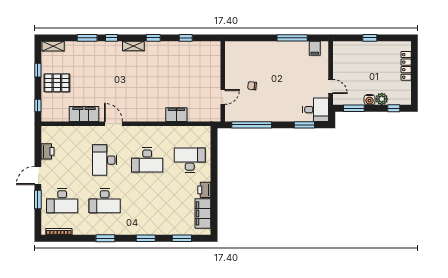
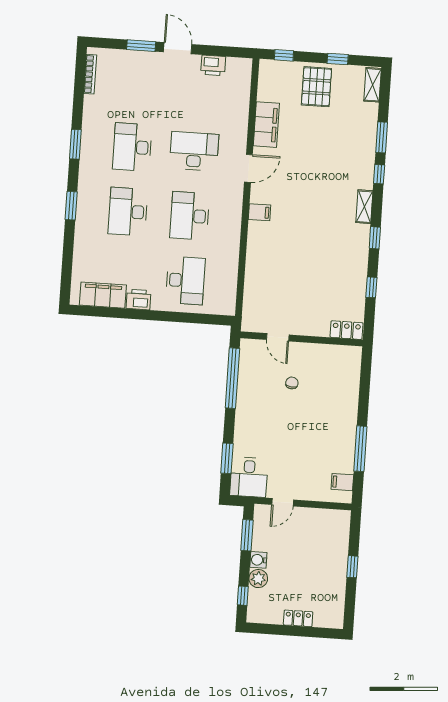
locker: (215, 52) -> (347, 330), added
locker: (406, 66) -> (298, 618), width x0.66
filing cabinet: (176, 115) -> (259, 212), moved, width x0.50
desk: (62, 201) -> (128, 212), moved
window: (182, 238) -> (67, 260), removed

